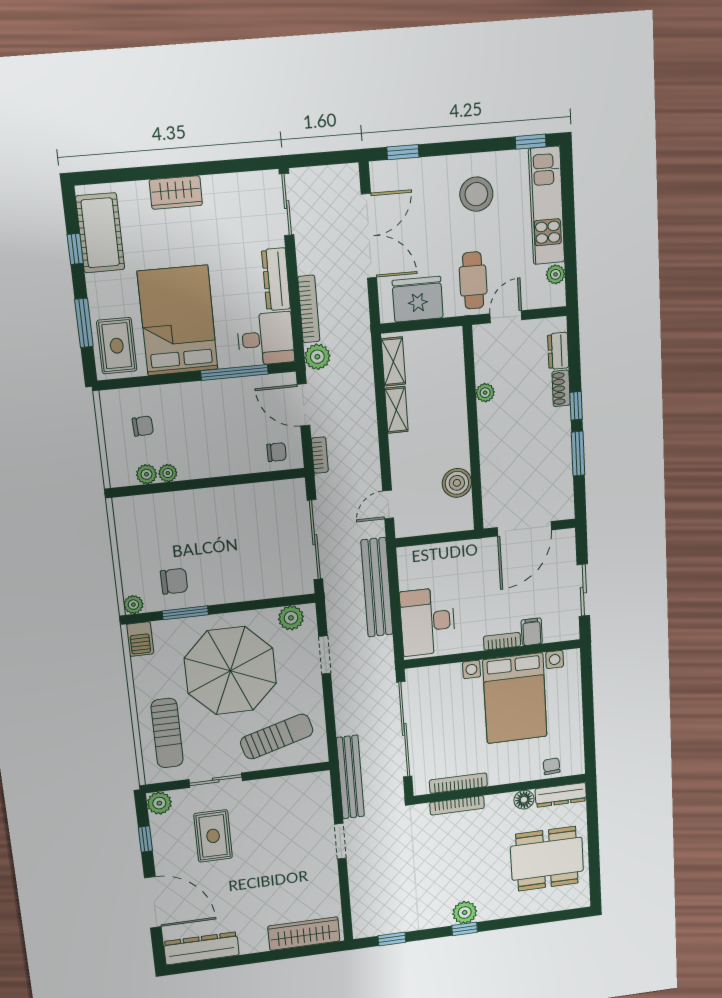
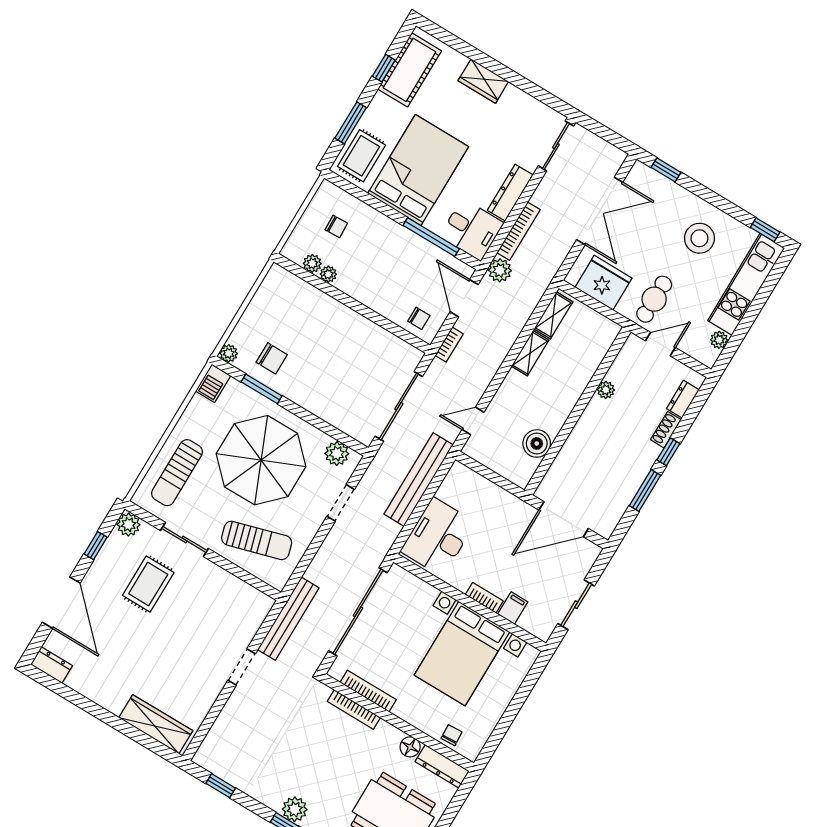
dresser: (201, 948) -> (52, 665), width x0.51, depth x0.80

